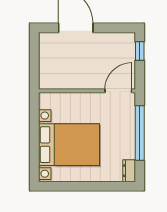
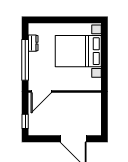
dresser: (129, 171) -> (33, 43), moved

